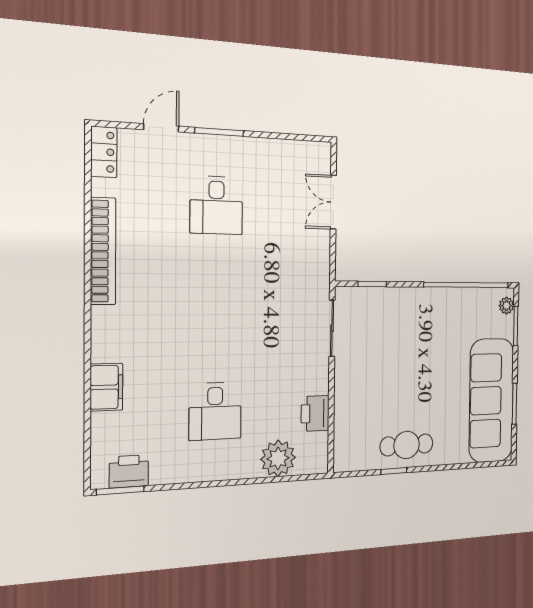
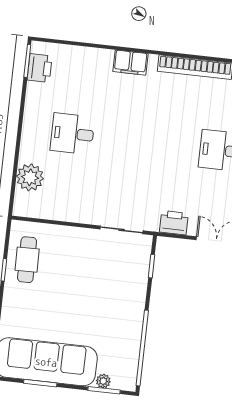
plant: (506, 306) -> (103, 381), moved
filing cabinet: (106, 387) -> (130, 63), moved
printer: (315, 413) -> (174, 223), moved
cafe table: (407, 445) -> (27, 260), moved

